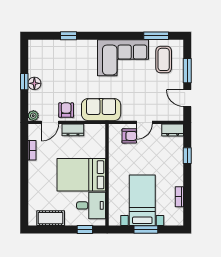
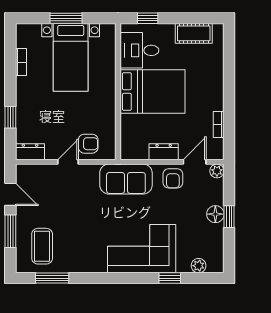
plant: (47, 45) -> (199, 266), added
corner sofa: (123, 58) -> (142, 249), moved
armchair: (129, 136) -> (88, 144), turned 180

